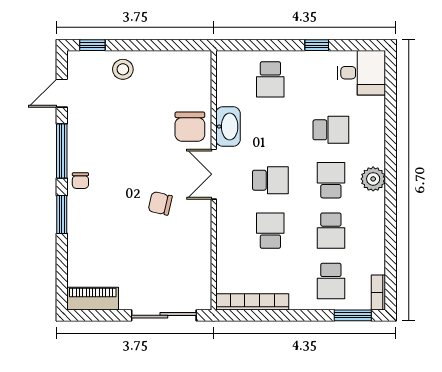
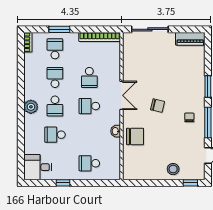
school desk: (270, 79) -> (89, 163), turned -90
chair: (190, 127) -> (135, 136), turned 90
washbasin: (228, 127) -> (116, 131), width x0.52, depth x0.69
double door: (214, 174) -> (122, 95), moved
chair: (80, 181) -> (189, 117), moved
chair: (160, 203) -> (158, 106), moved
window: (353, 315) -> (59, 29), moved

